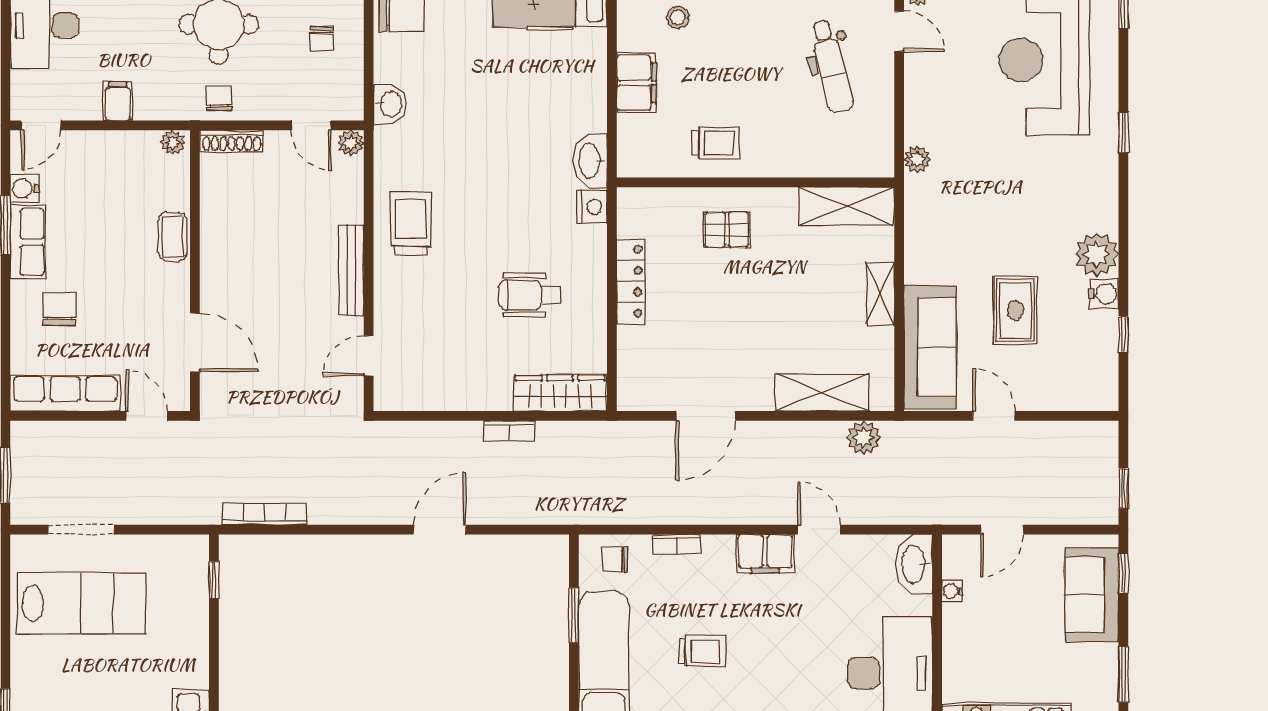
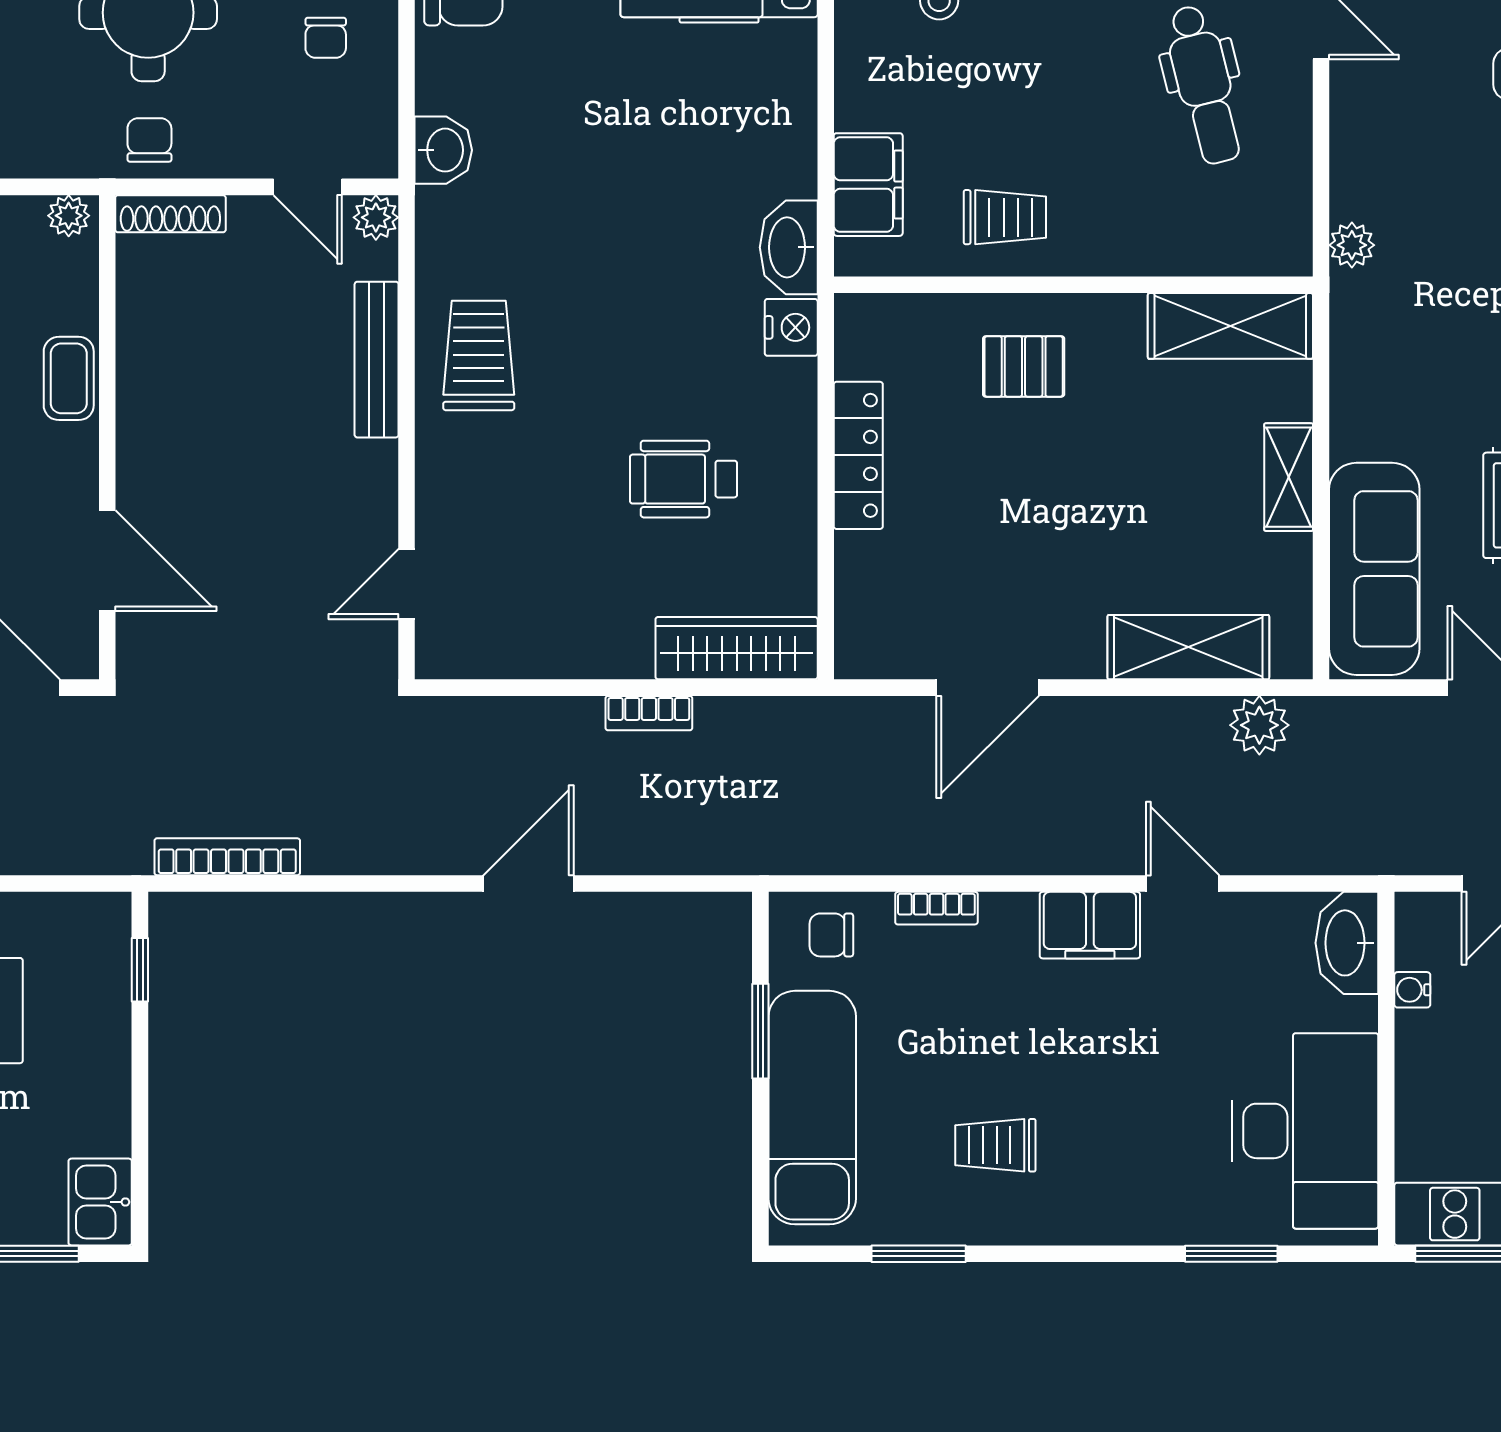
filing cabinet: (636, 83) -> (868, 185), moved
bench: (351, 270) -> (377, 360), moved
trolley: (702, 651) -> (995, 1145), moved, turned 180

